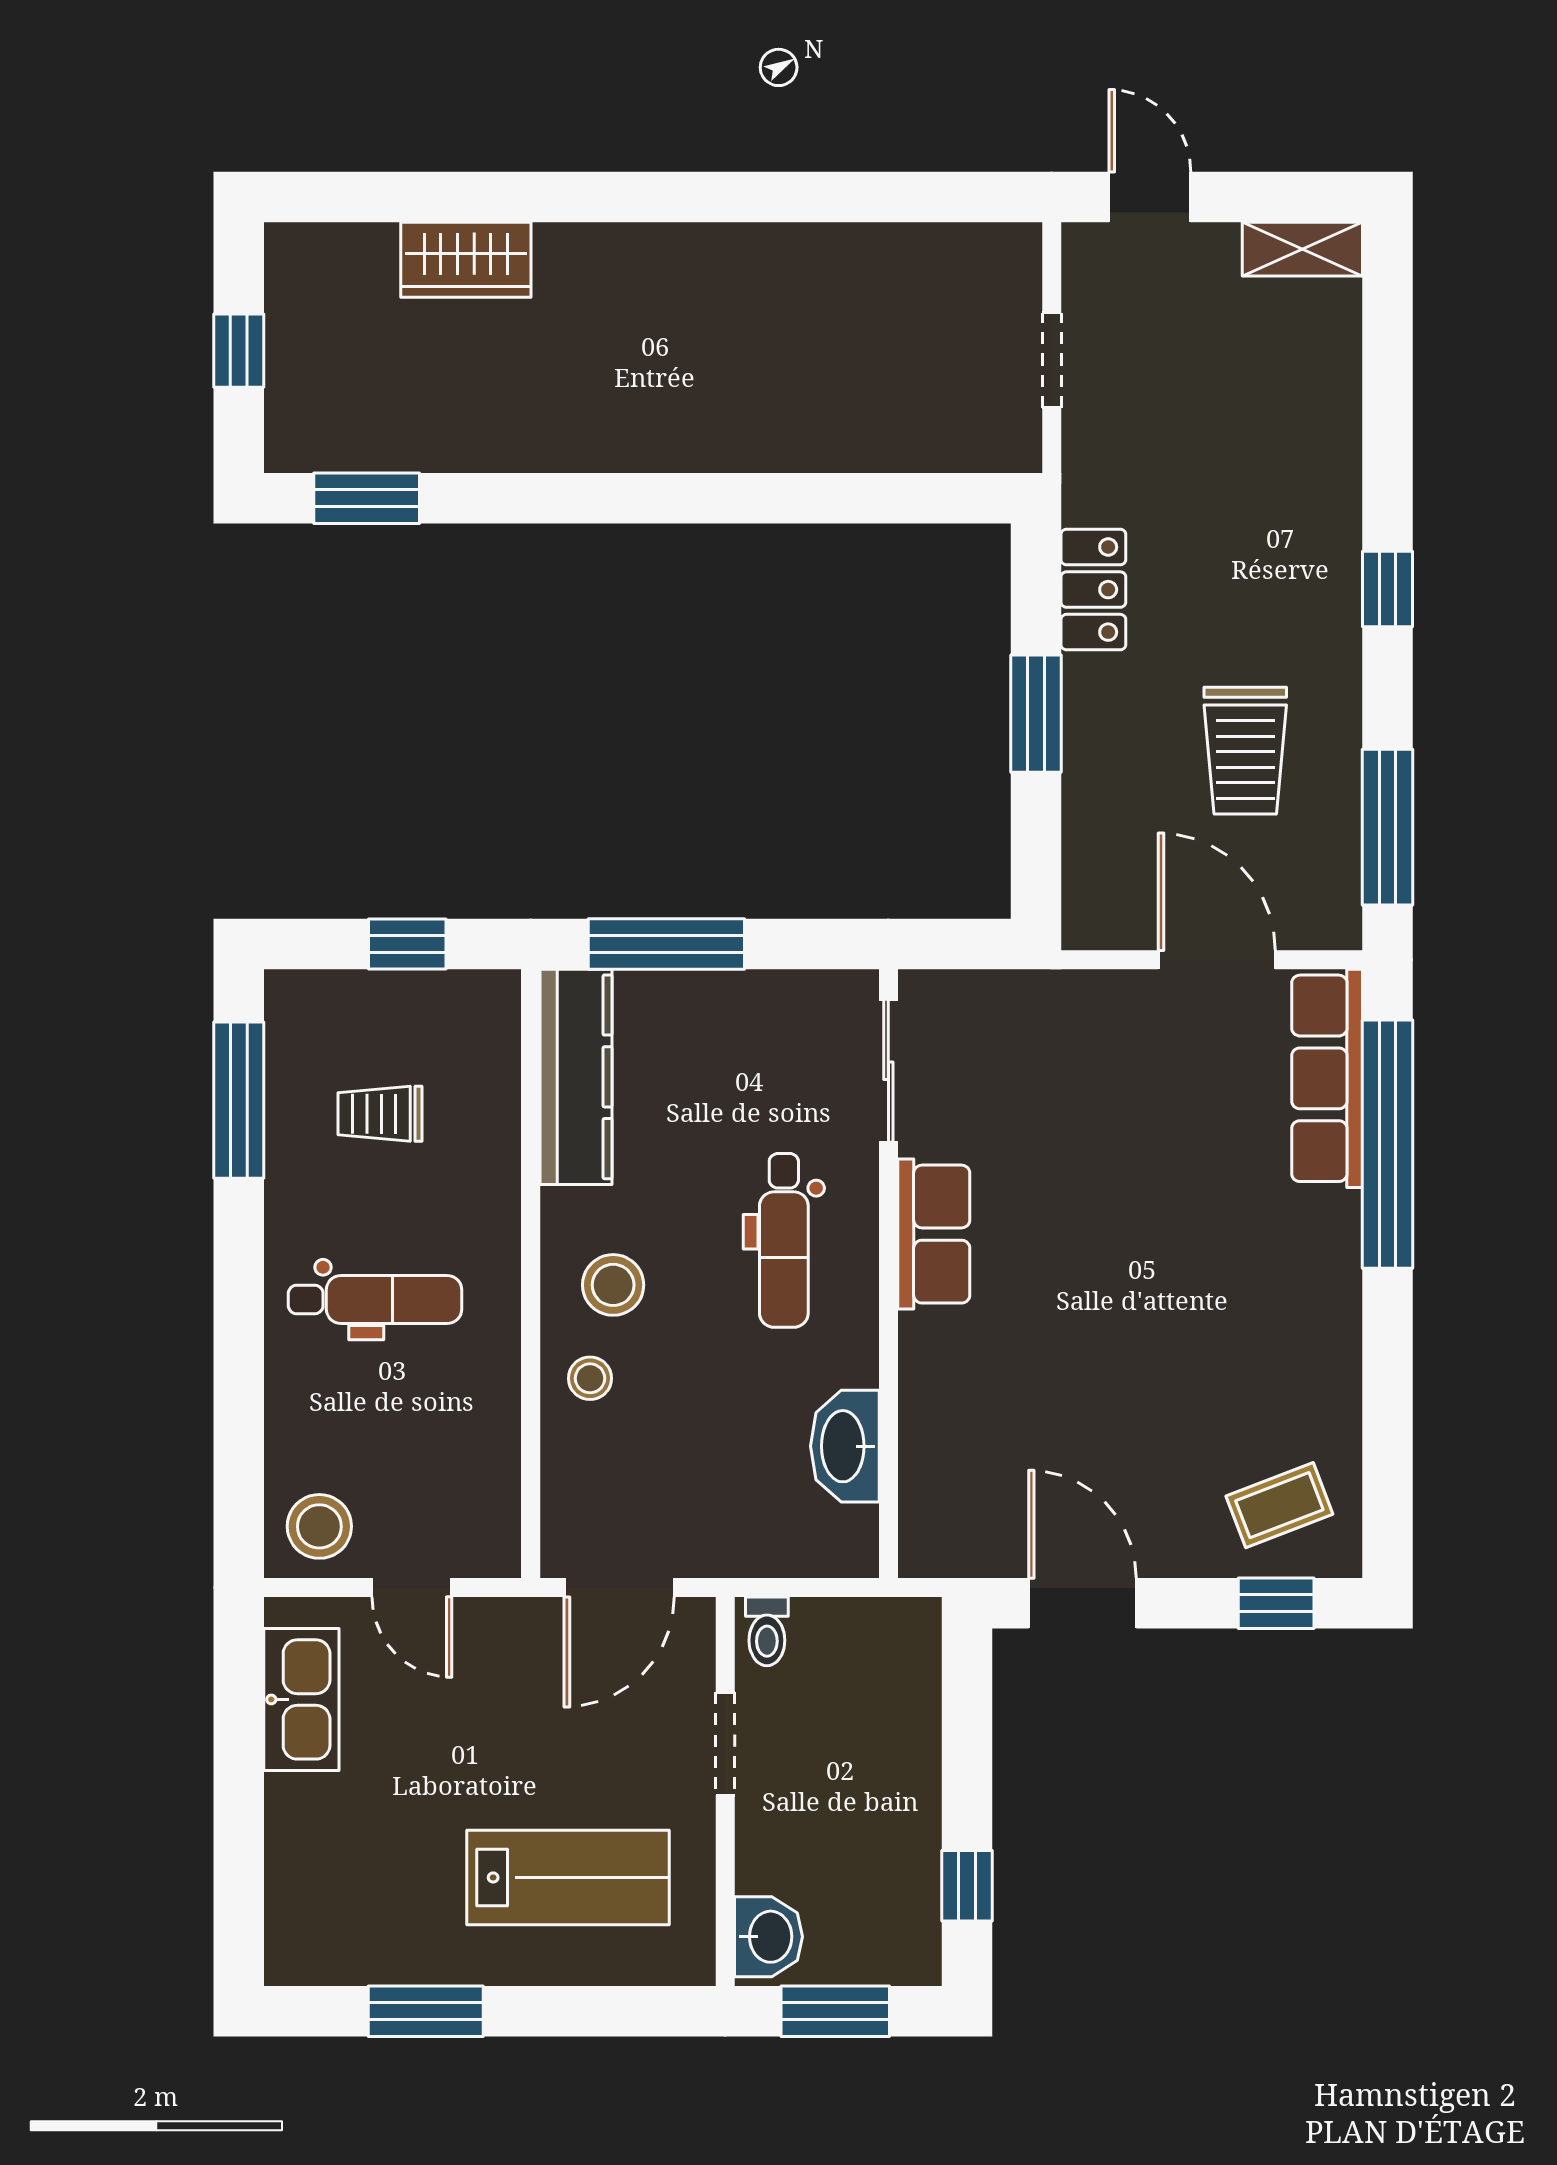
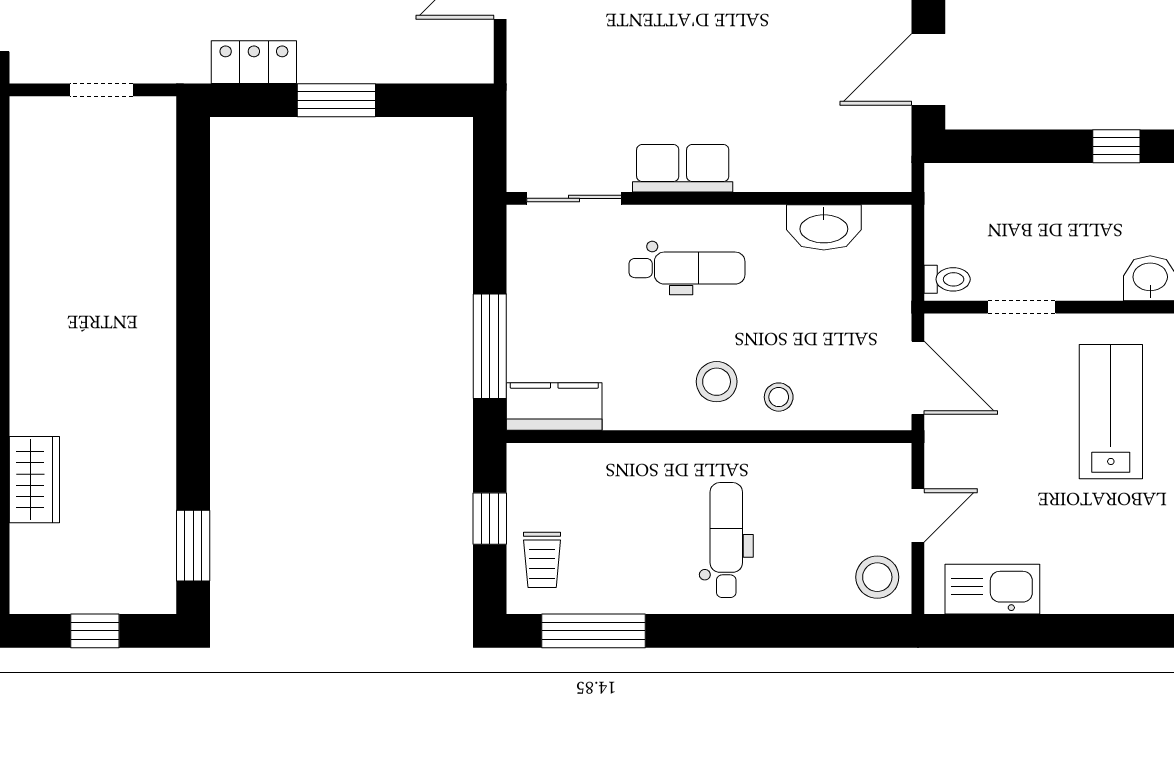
kitchen counter: (576, 1077) -> (554, 406), width x0.67
trolley: (380, 1114) -> (542, 560), moved

